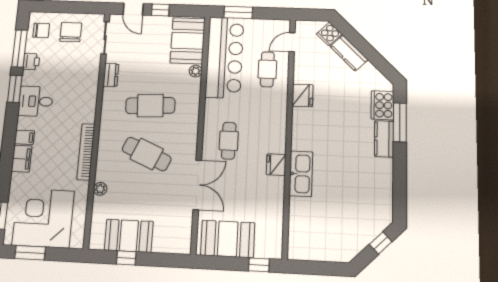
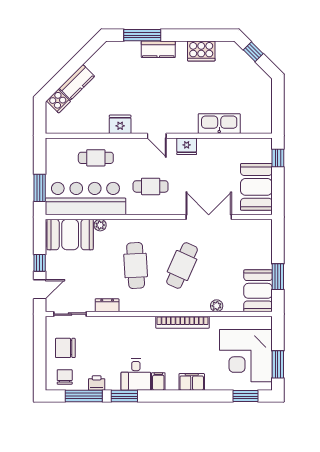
door: (292, 42) -> (157, 136), moved
cooker: (382, 105) -> (201, 51), moved
filing cabinet: (24, 137) -> (158, 381), moved
cafe table: (229, 141) -> (151, 186), moved
kitchen sink: (301, 174) -> (219, 124), moved
booth: (129, 236) -> (258, 291), moved
window: (126, 258) -> (278, 277), width x1.50

